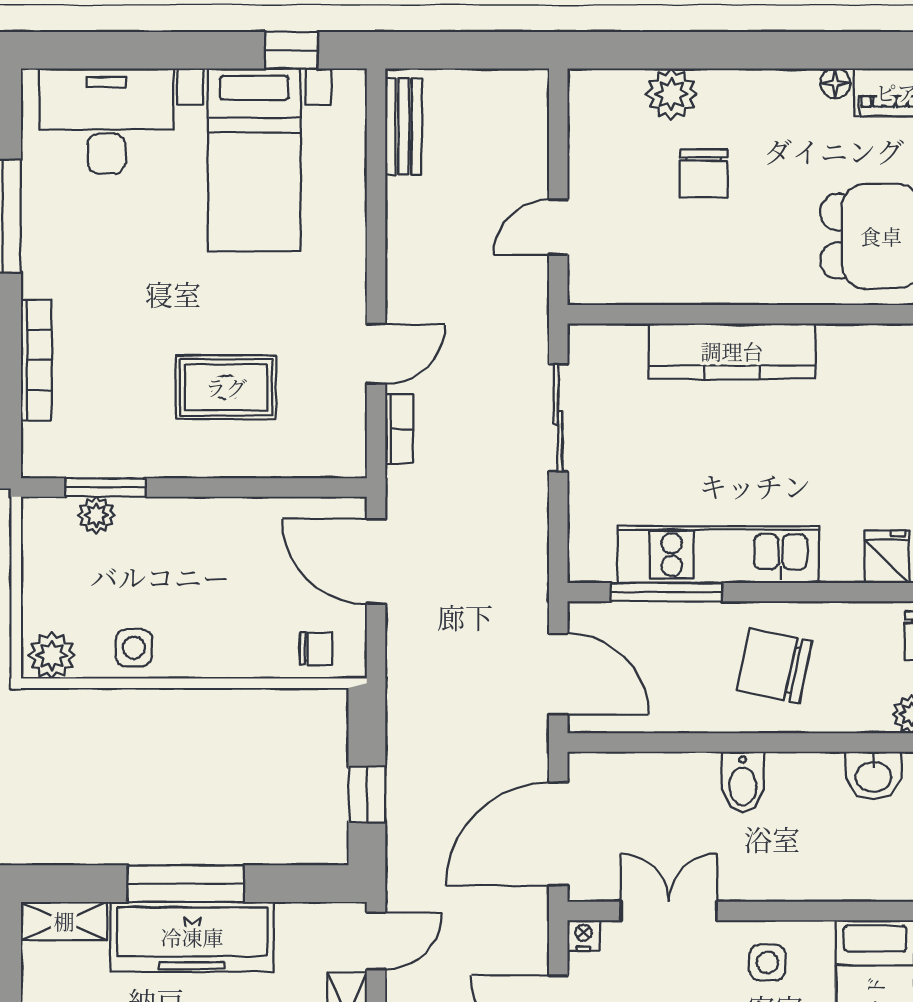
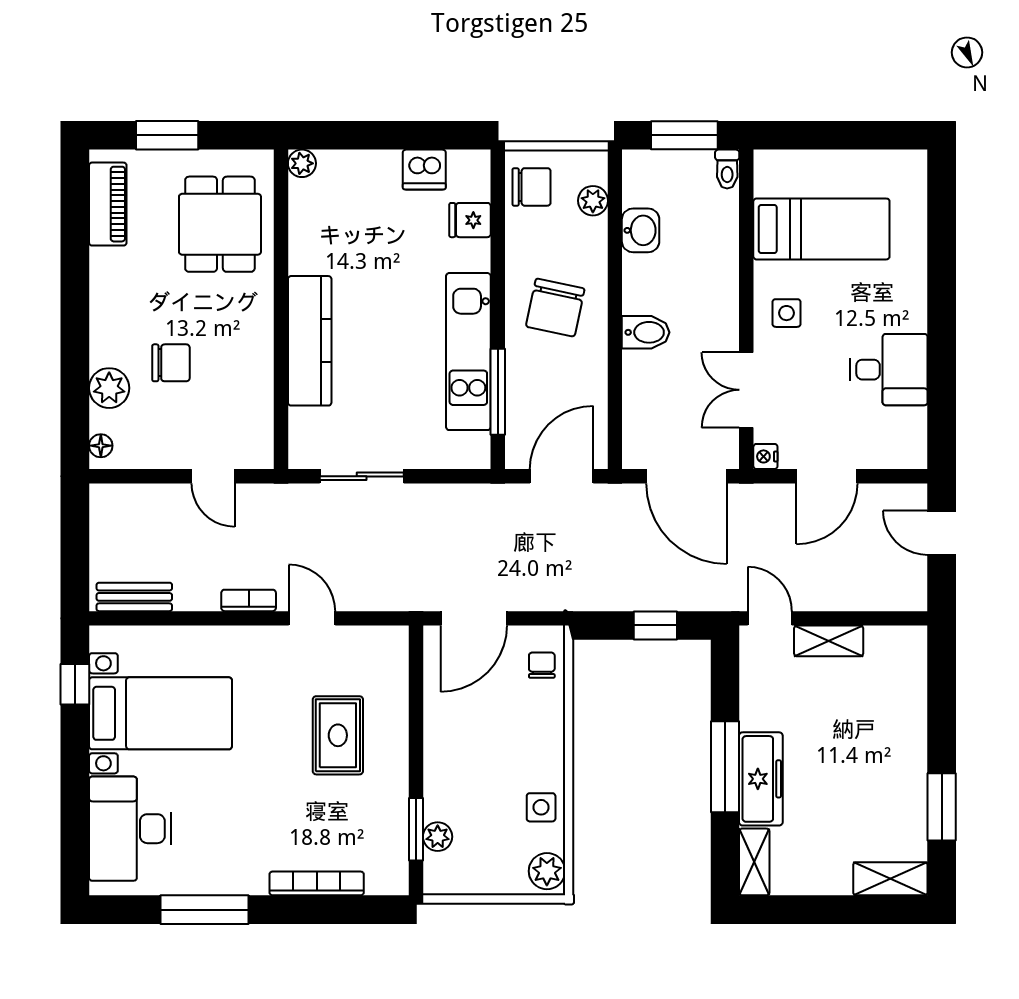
floor lamp: (835, 83) -> (101, 446), moved
bookcase: (399, 429) -> (249, 600), moved
freezer: (192, 937) -> (761, 779), width x0.73, depth x0.79

